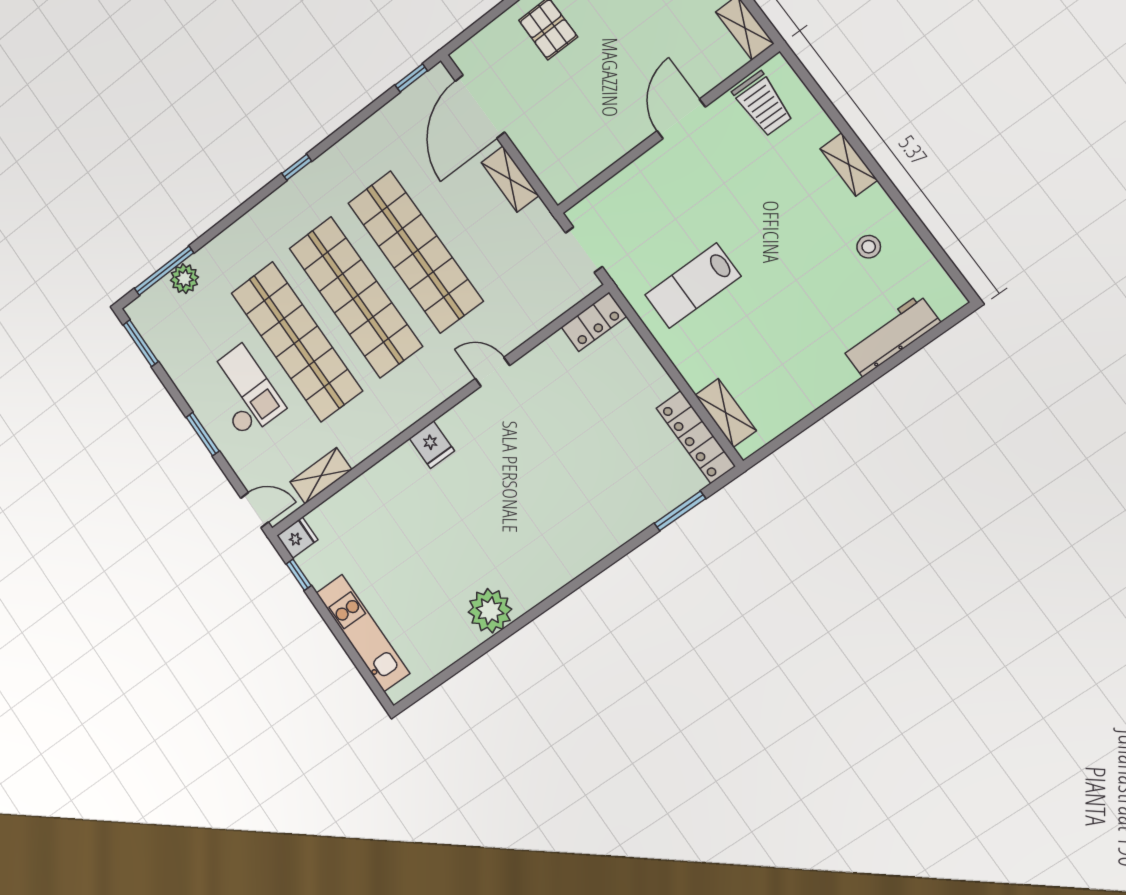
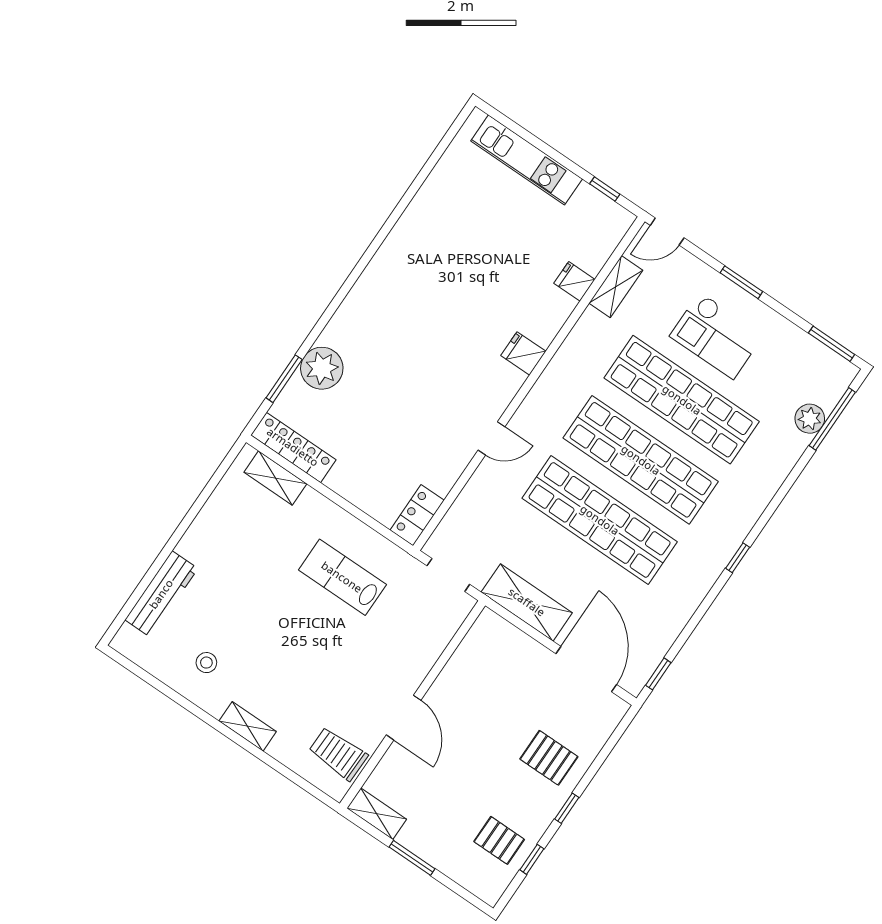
shelving: (510, 179) -> (527, 602), width x1.50, depth x1.33
lab bench: (693, 286) -> (342, 577), turned -90
fridge: (297, 538) -> (574, 281), moved, turned 90
plant: (490, 611) -> (322, 368), moved

